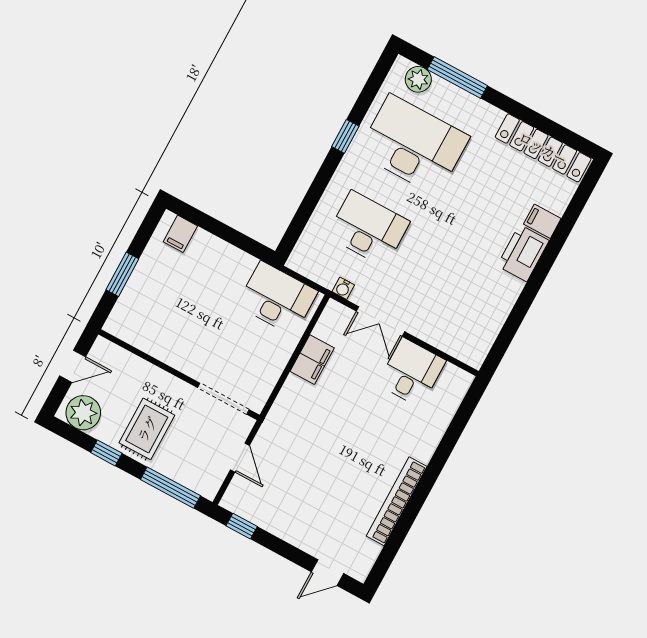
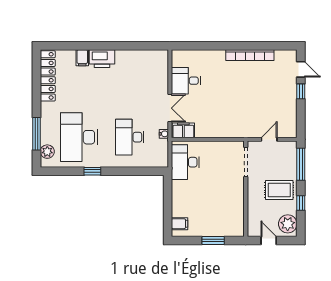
filing cabinet: (312, 360) -> (183, 130), moved
window: (242, 526) -> (301, 91), moved

